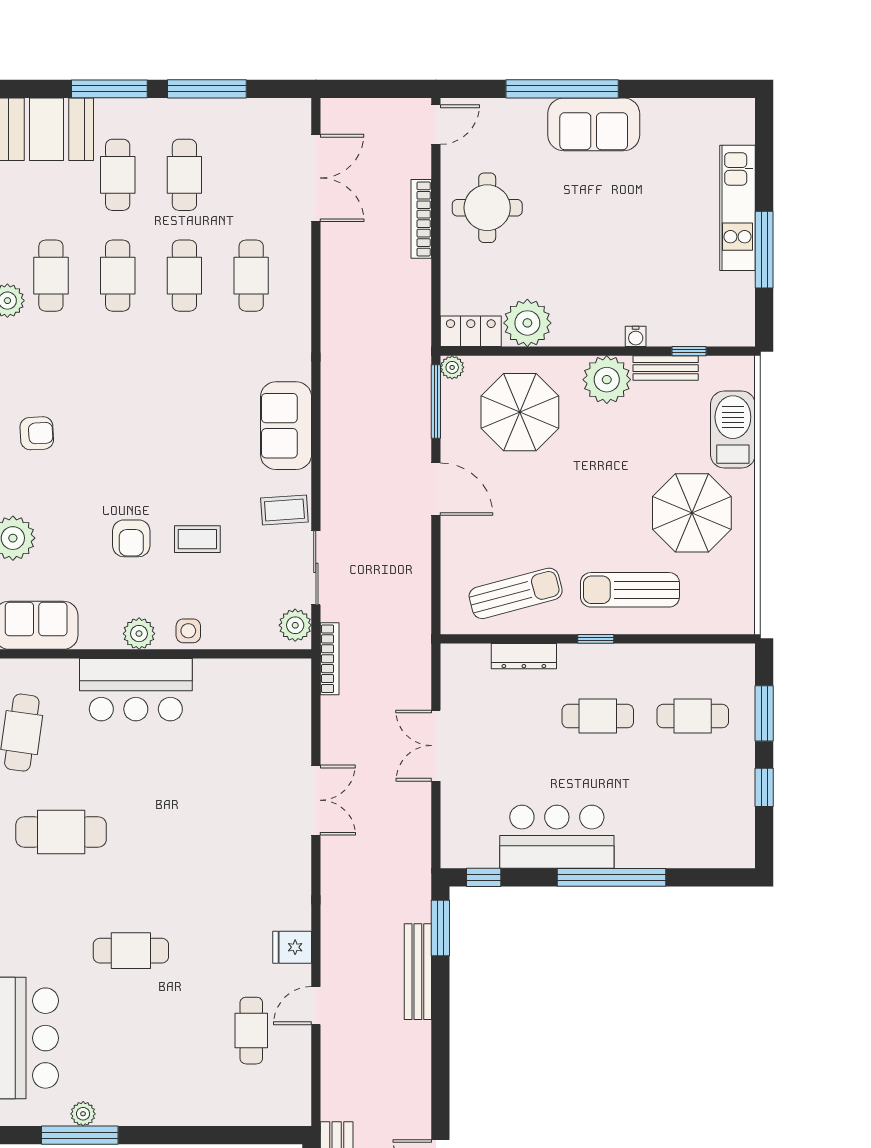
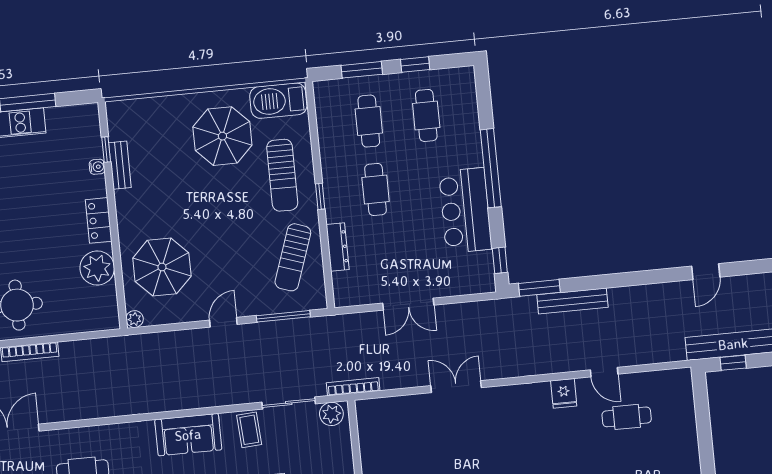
locker: (471, 331) -> (99, 220), moved
water cooler: (636, 336) -> (97, 167), moved
plant: (607, 380) -> (132, 207), removed
window: (436, 402) -> (283, 316), moved
barbecue: (733, 429) -> (278, 101), moved
door: (436, 489) -> (223, 322), width x0.73
sun lounger: (516, 593) -> (293, 257), turned -146
cafe table: (693, 796) -> (426, 115), added

